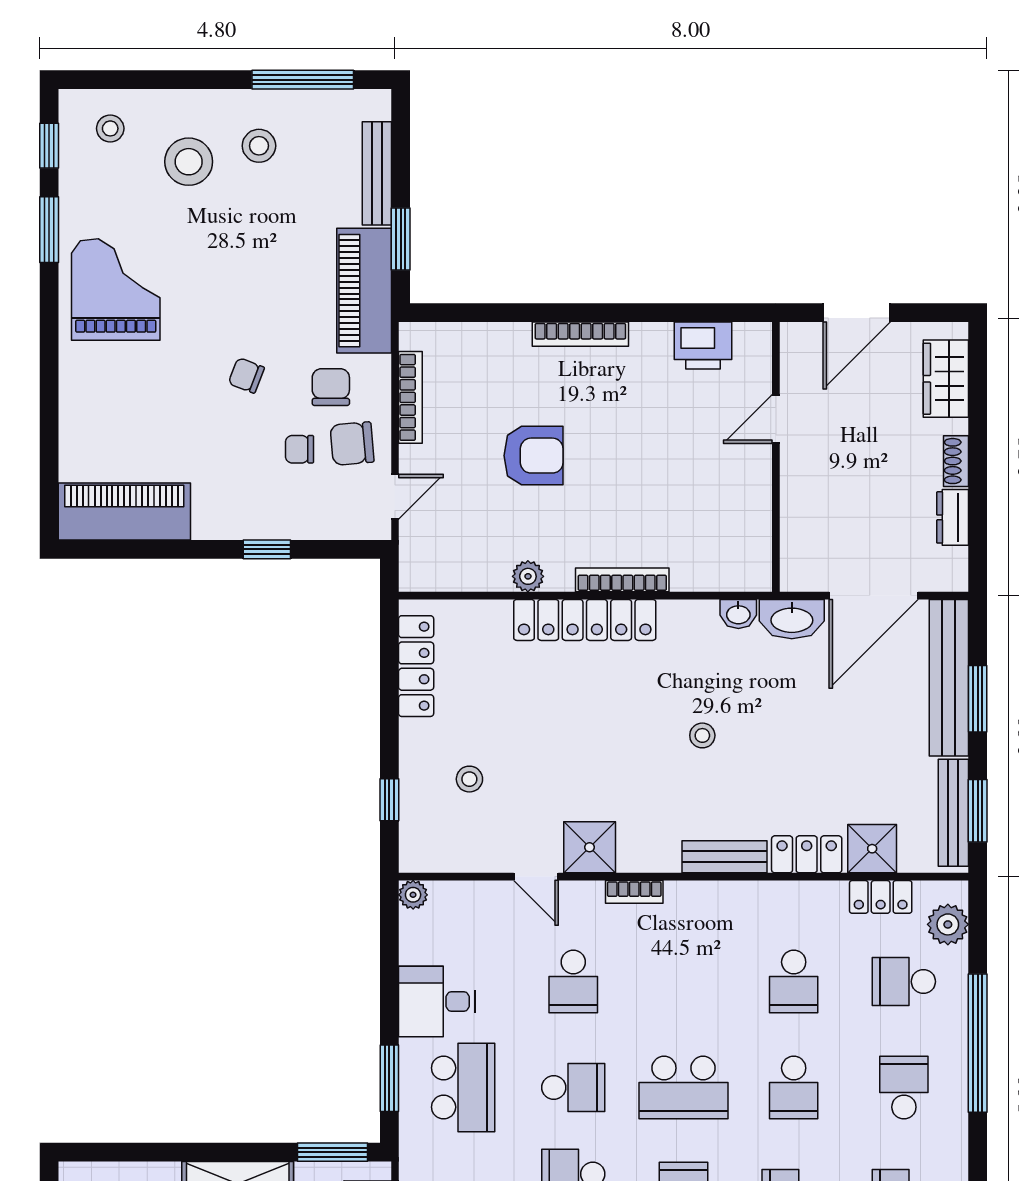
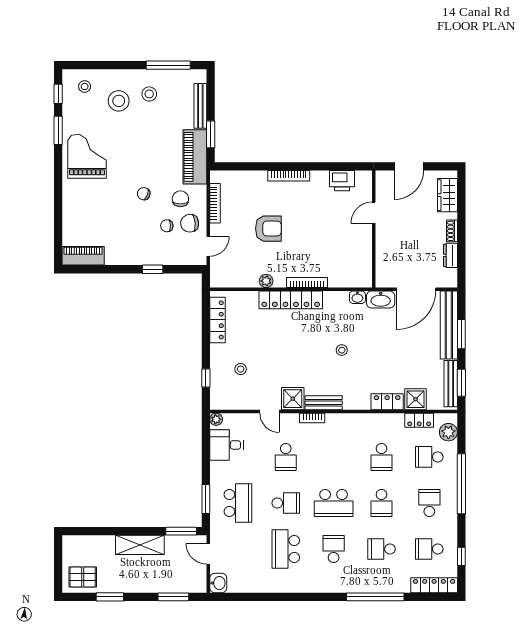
piano: (124, 511) -> (83, 256), width x0.73, depth x0.75
bench: (724, 857) -> (324, 403), moved
desk: (437, 1001) -> (227, 445), moved

